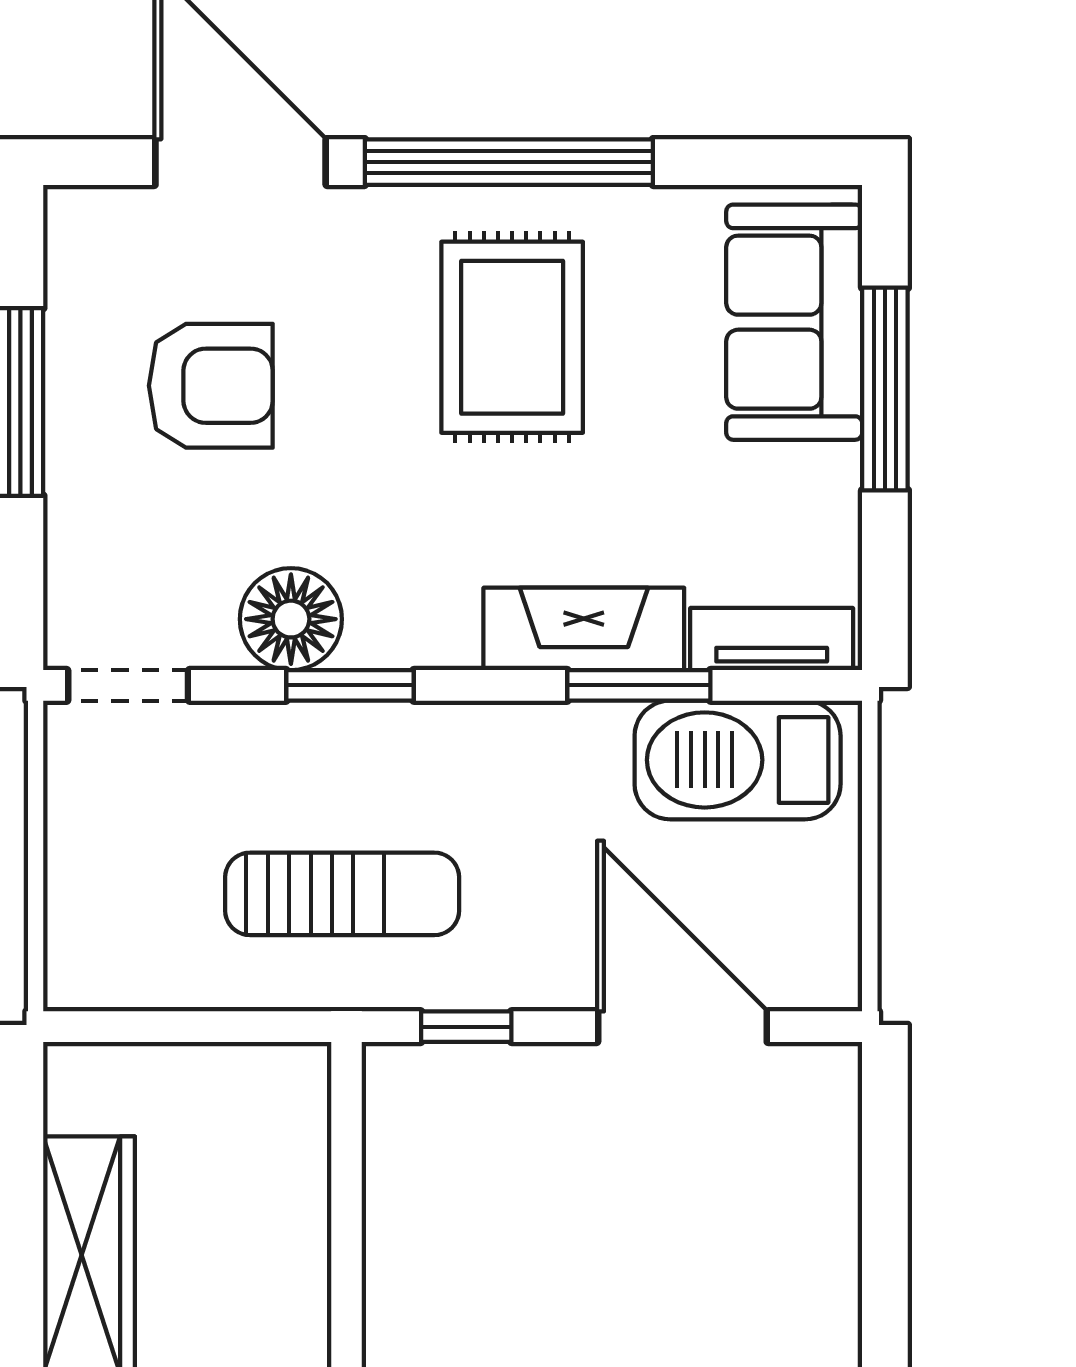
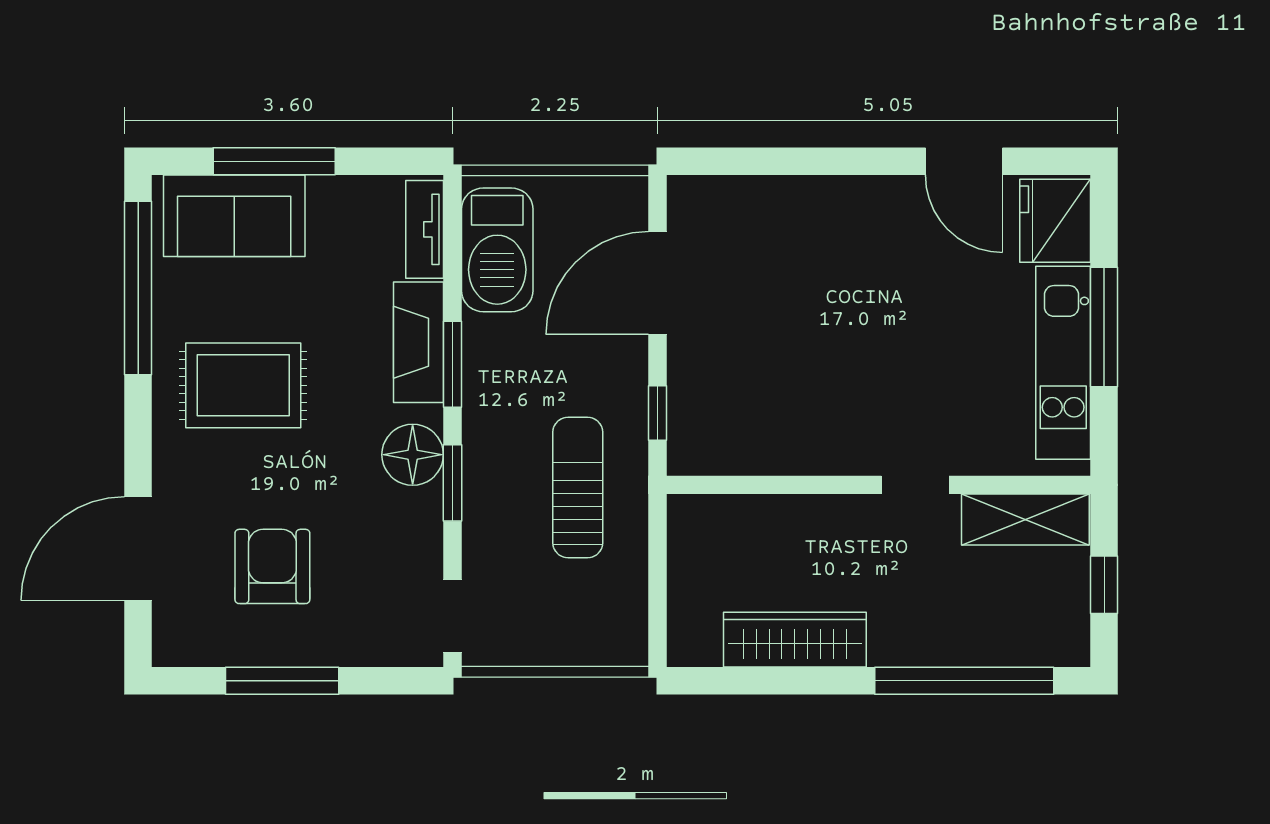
window: (509, 162) -> (138, 288), moved
floor lamp: (291, 619) -> (413, 455), moved
window: (639, 685) -> (452, 364), moved

